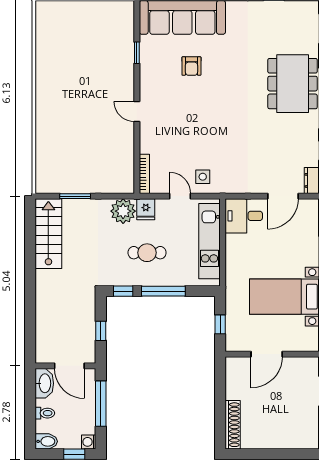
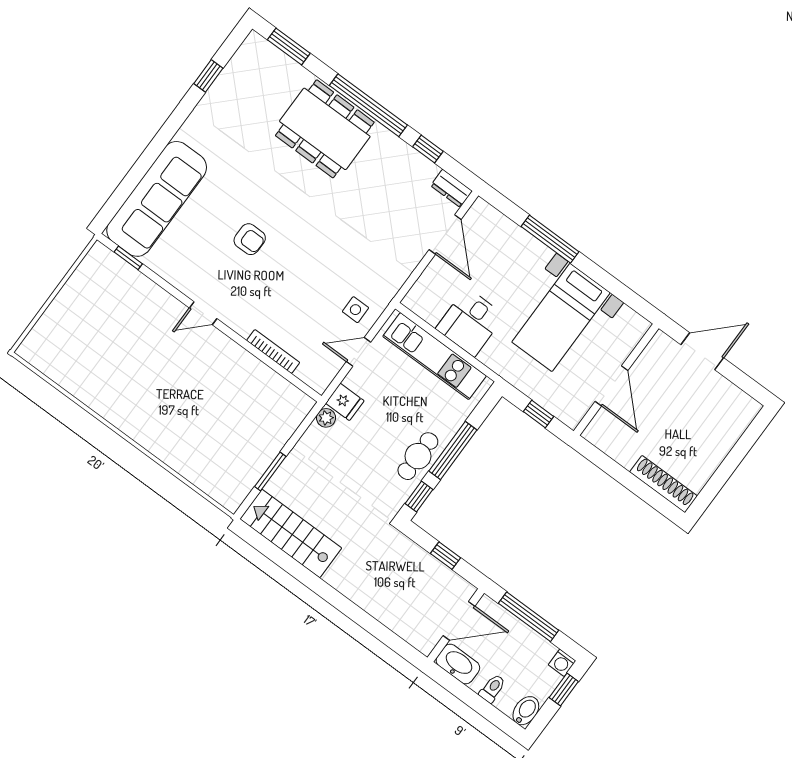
window: (137, 53) -> (128, 258), moved
armchair: (191, 66) -> (250, 239), moved
door: (137, 112) -> (203, 313), moved
bookcase: (144, 174) -> (273, 352), moved
plant: (123, 211) -> (326, 418), width x0.53, depth x0.53
desk: (244, 216) -> (470, 322), moved
cafe table: (147, 253) -> (418, 456), moved

